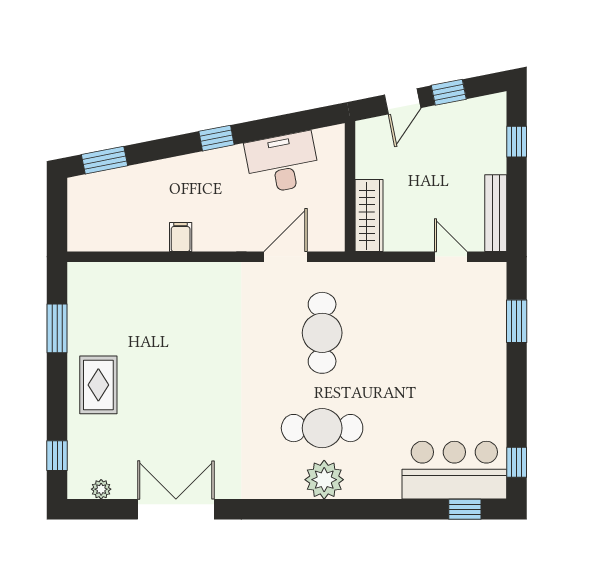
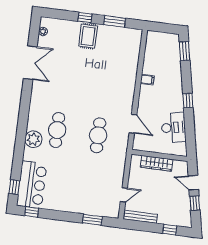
wardrobe: (369, 216) -> (157, 163), moved
cafe table: (322, 333) -> (98, 135), turned 90
rug: (98, 385) -> (88, 36), turned 90
window: (57, 456) -> (85, 18), moved
plant: (324, 480) -> (33, 139), moved

